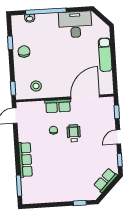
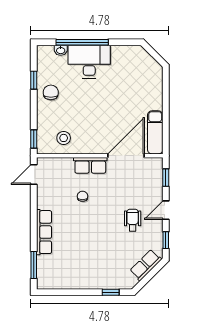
desk: (75, 24) -> (89, 62), moved
exam couch: (105, 55) -> (155, 132), moved
wheelchair: (74, 133) -> (133, 220), moved

